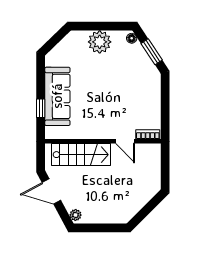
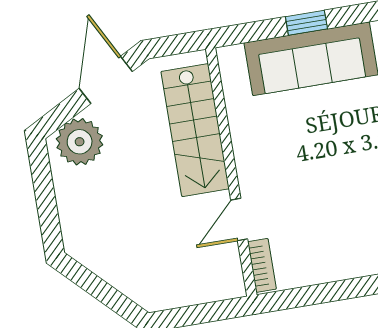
window: (41, 108) -> (306, 23), moved
plant: (75, 215) -> (80, 142), width x1.87, depth x1.87

